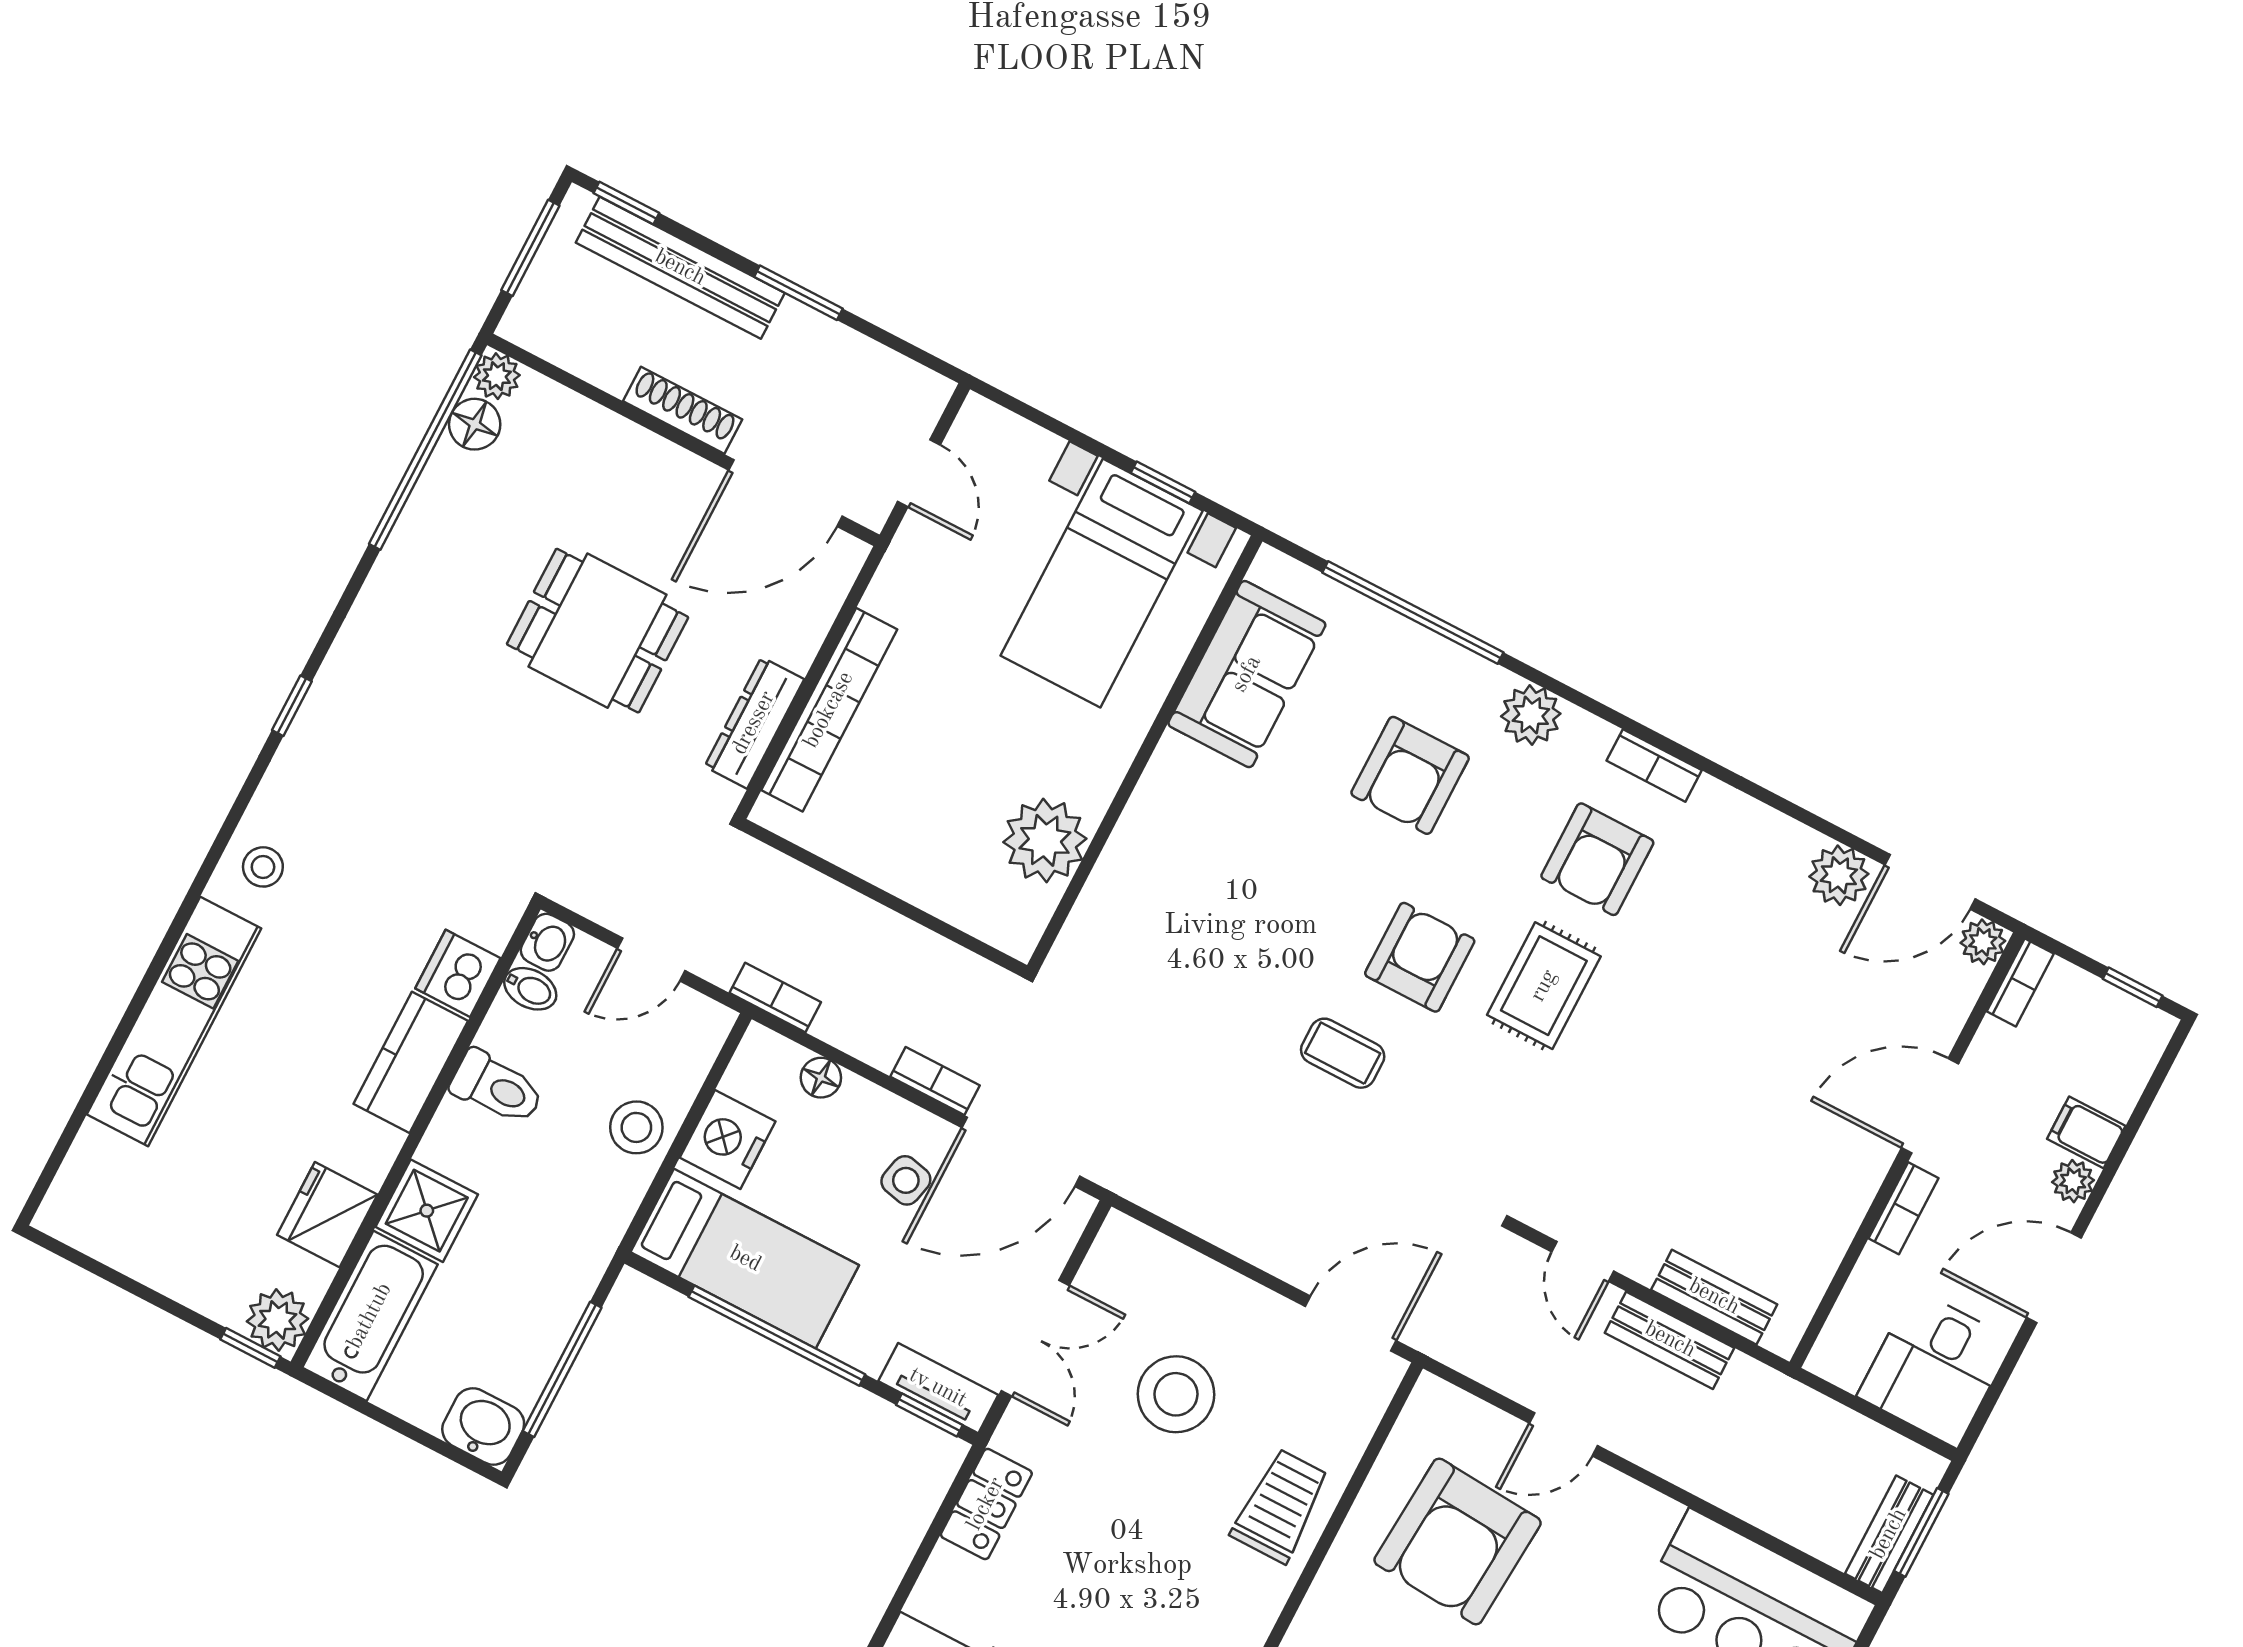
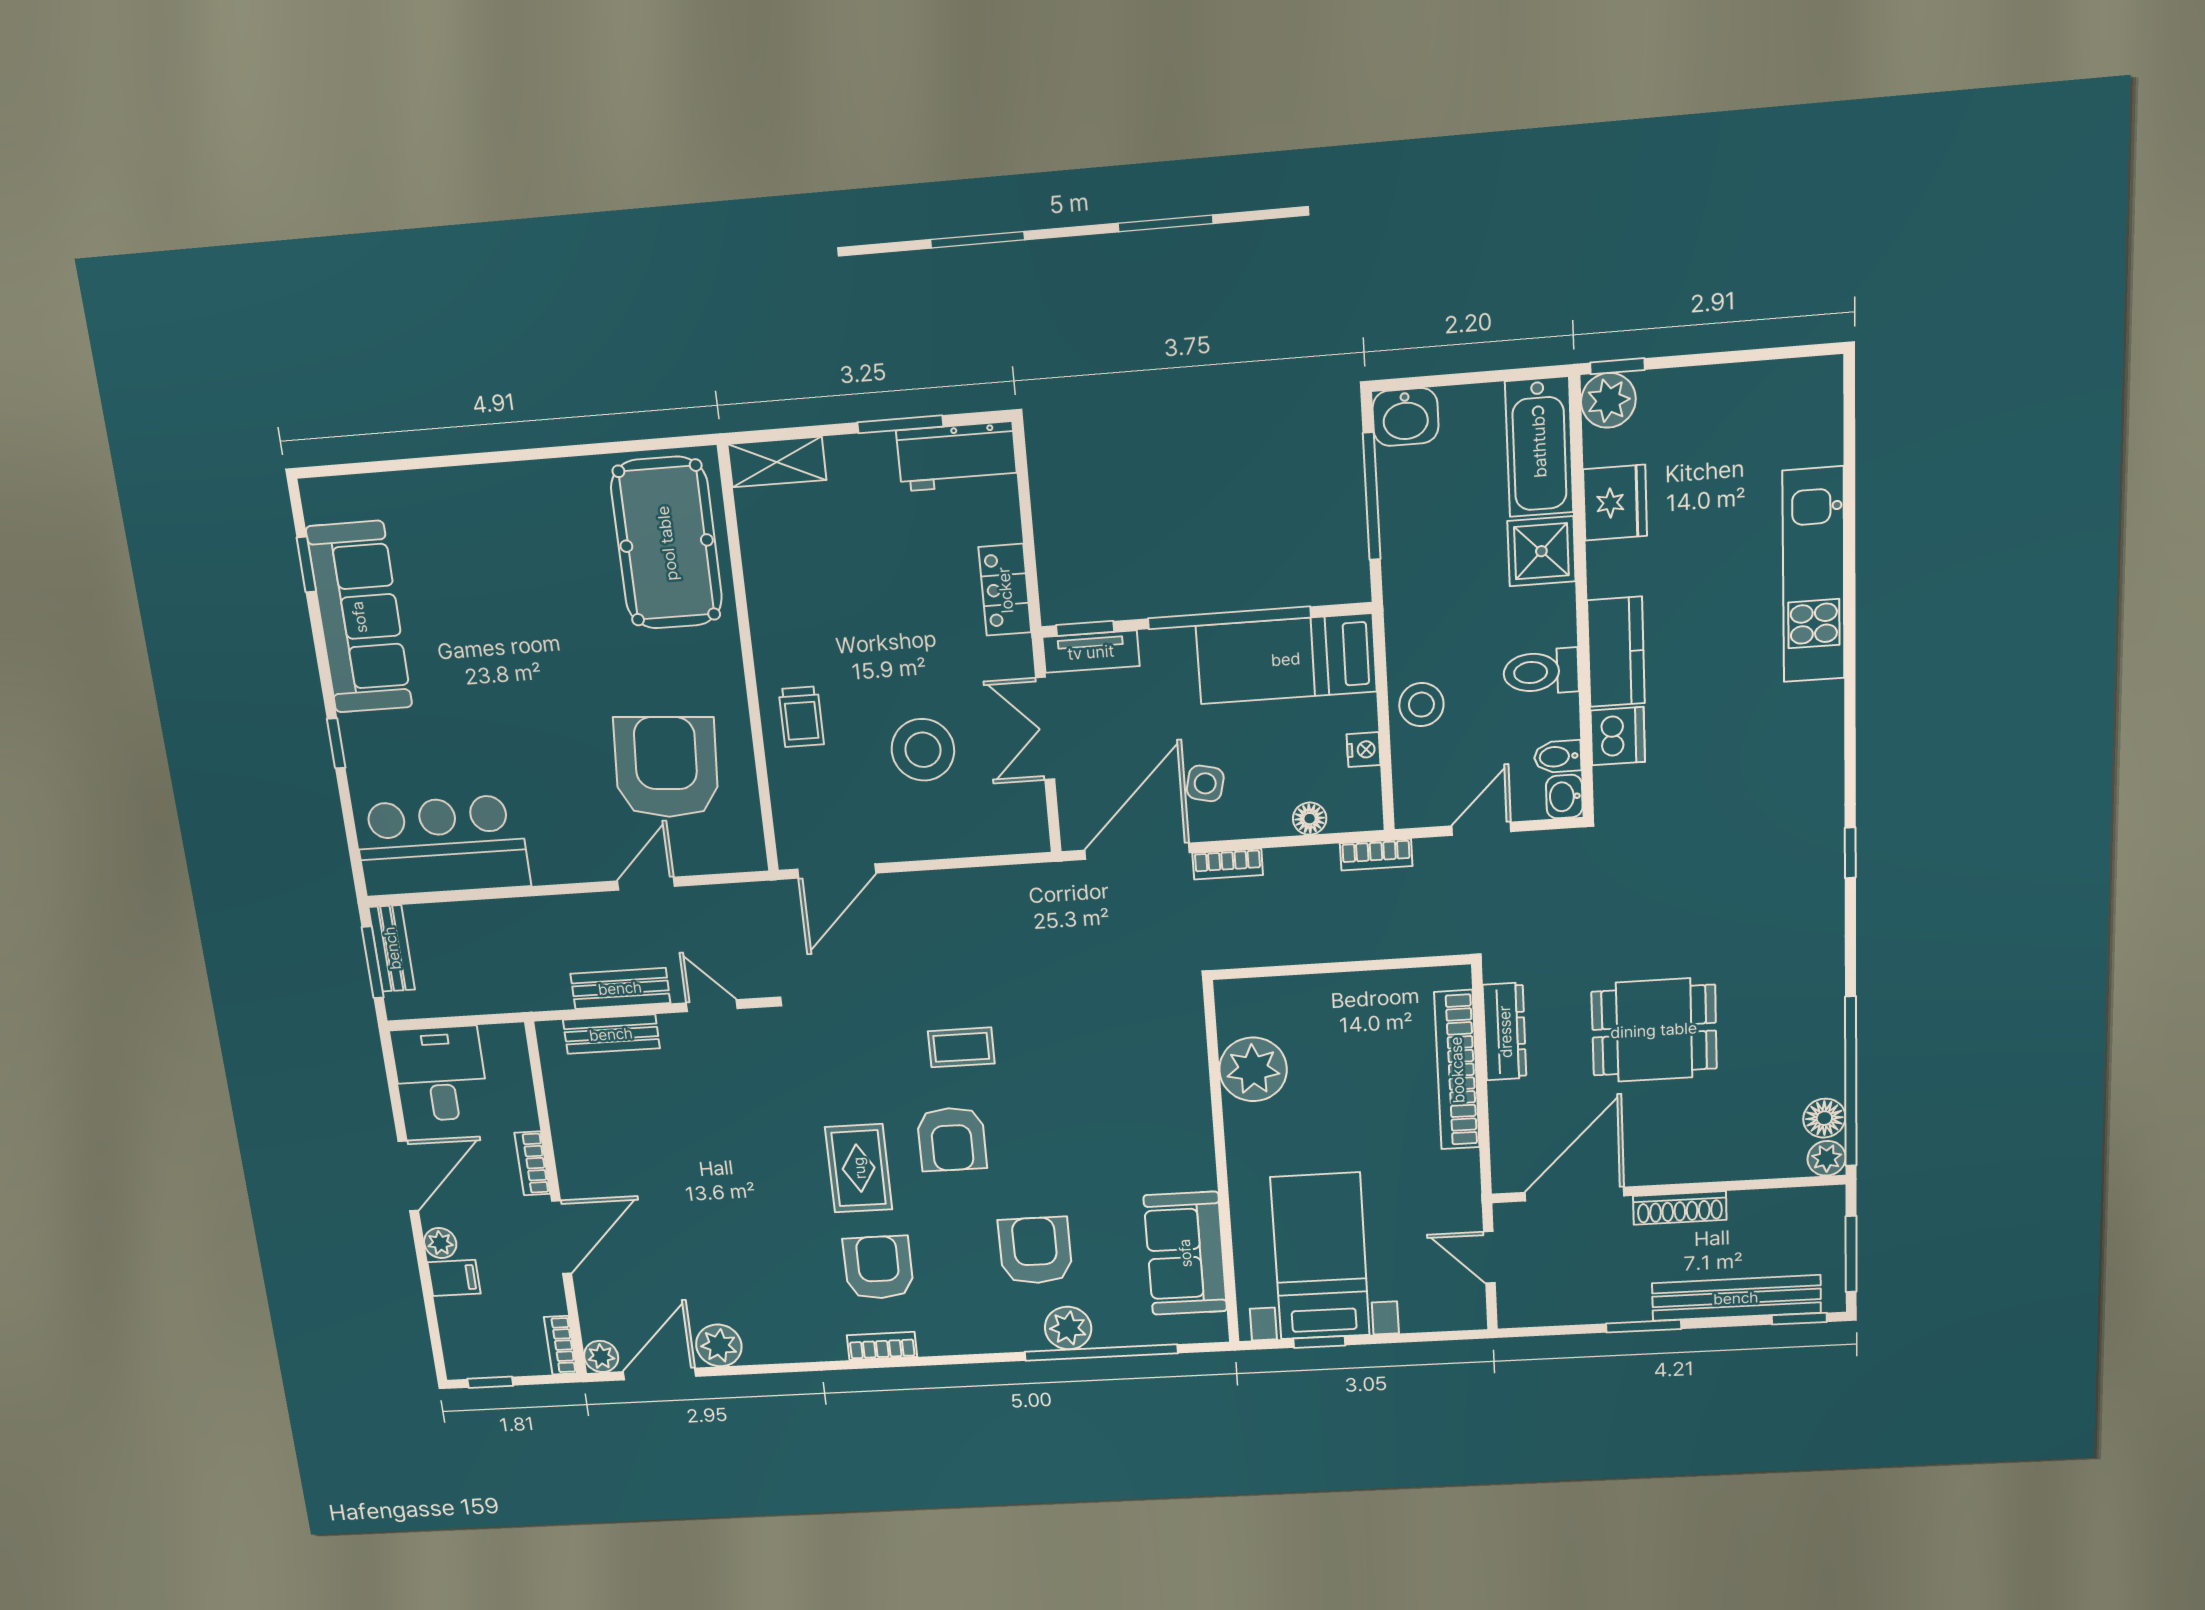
plant: (1531, 715) -> (1068, 1328), moved
stool: (263, 867) -> (1808, 727), removed
nightstand: (728, 1139) -> (1364, 750), width x0.53, depth x0.56
trolley: (1280, 1506) -> (801, 717), width x0.73, depth x0.72

